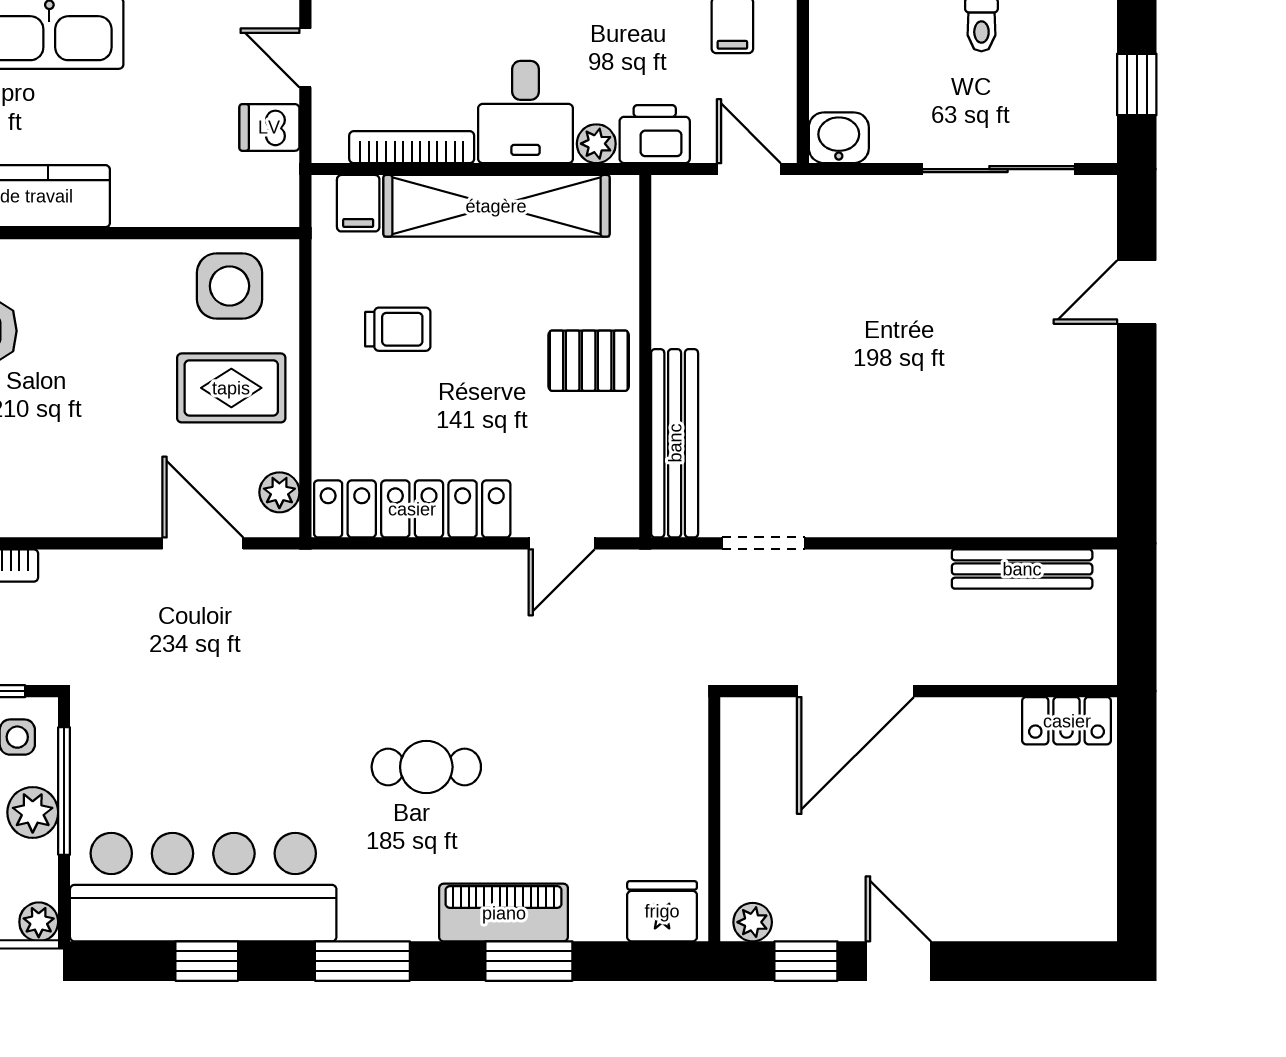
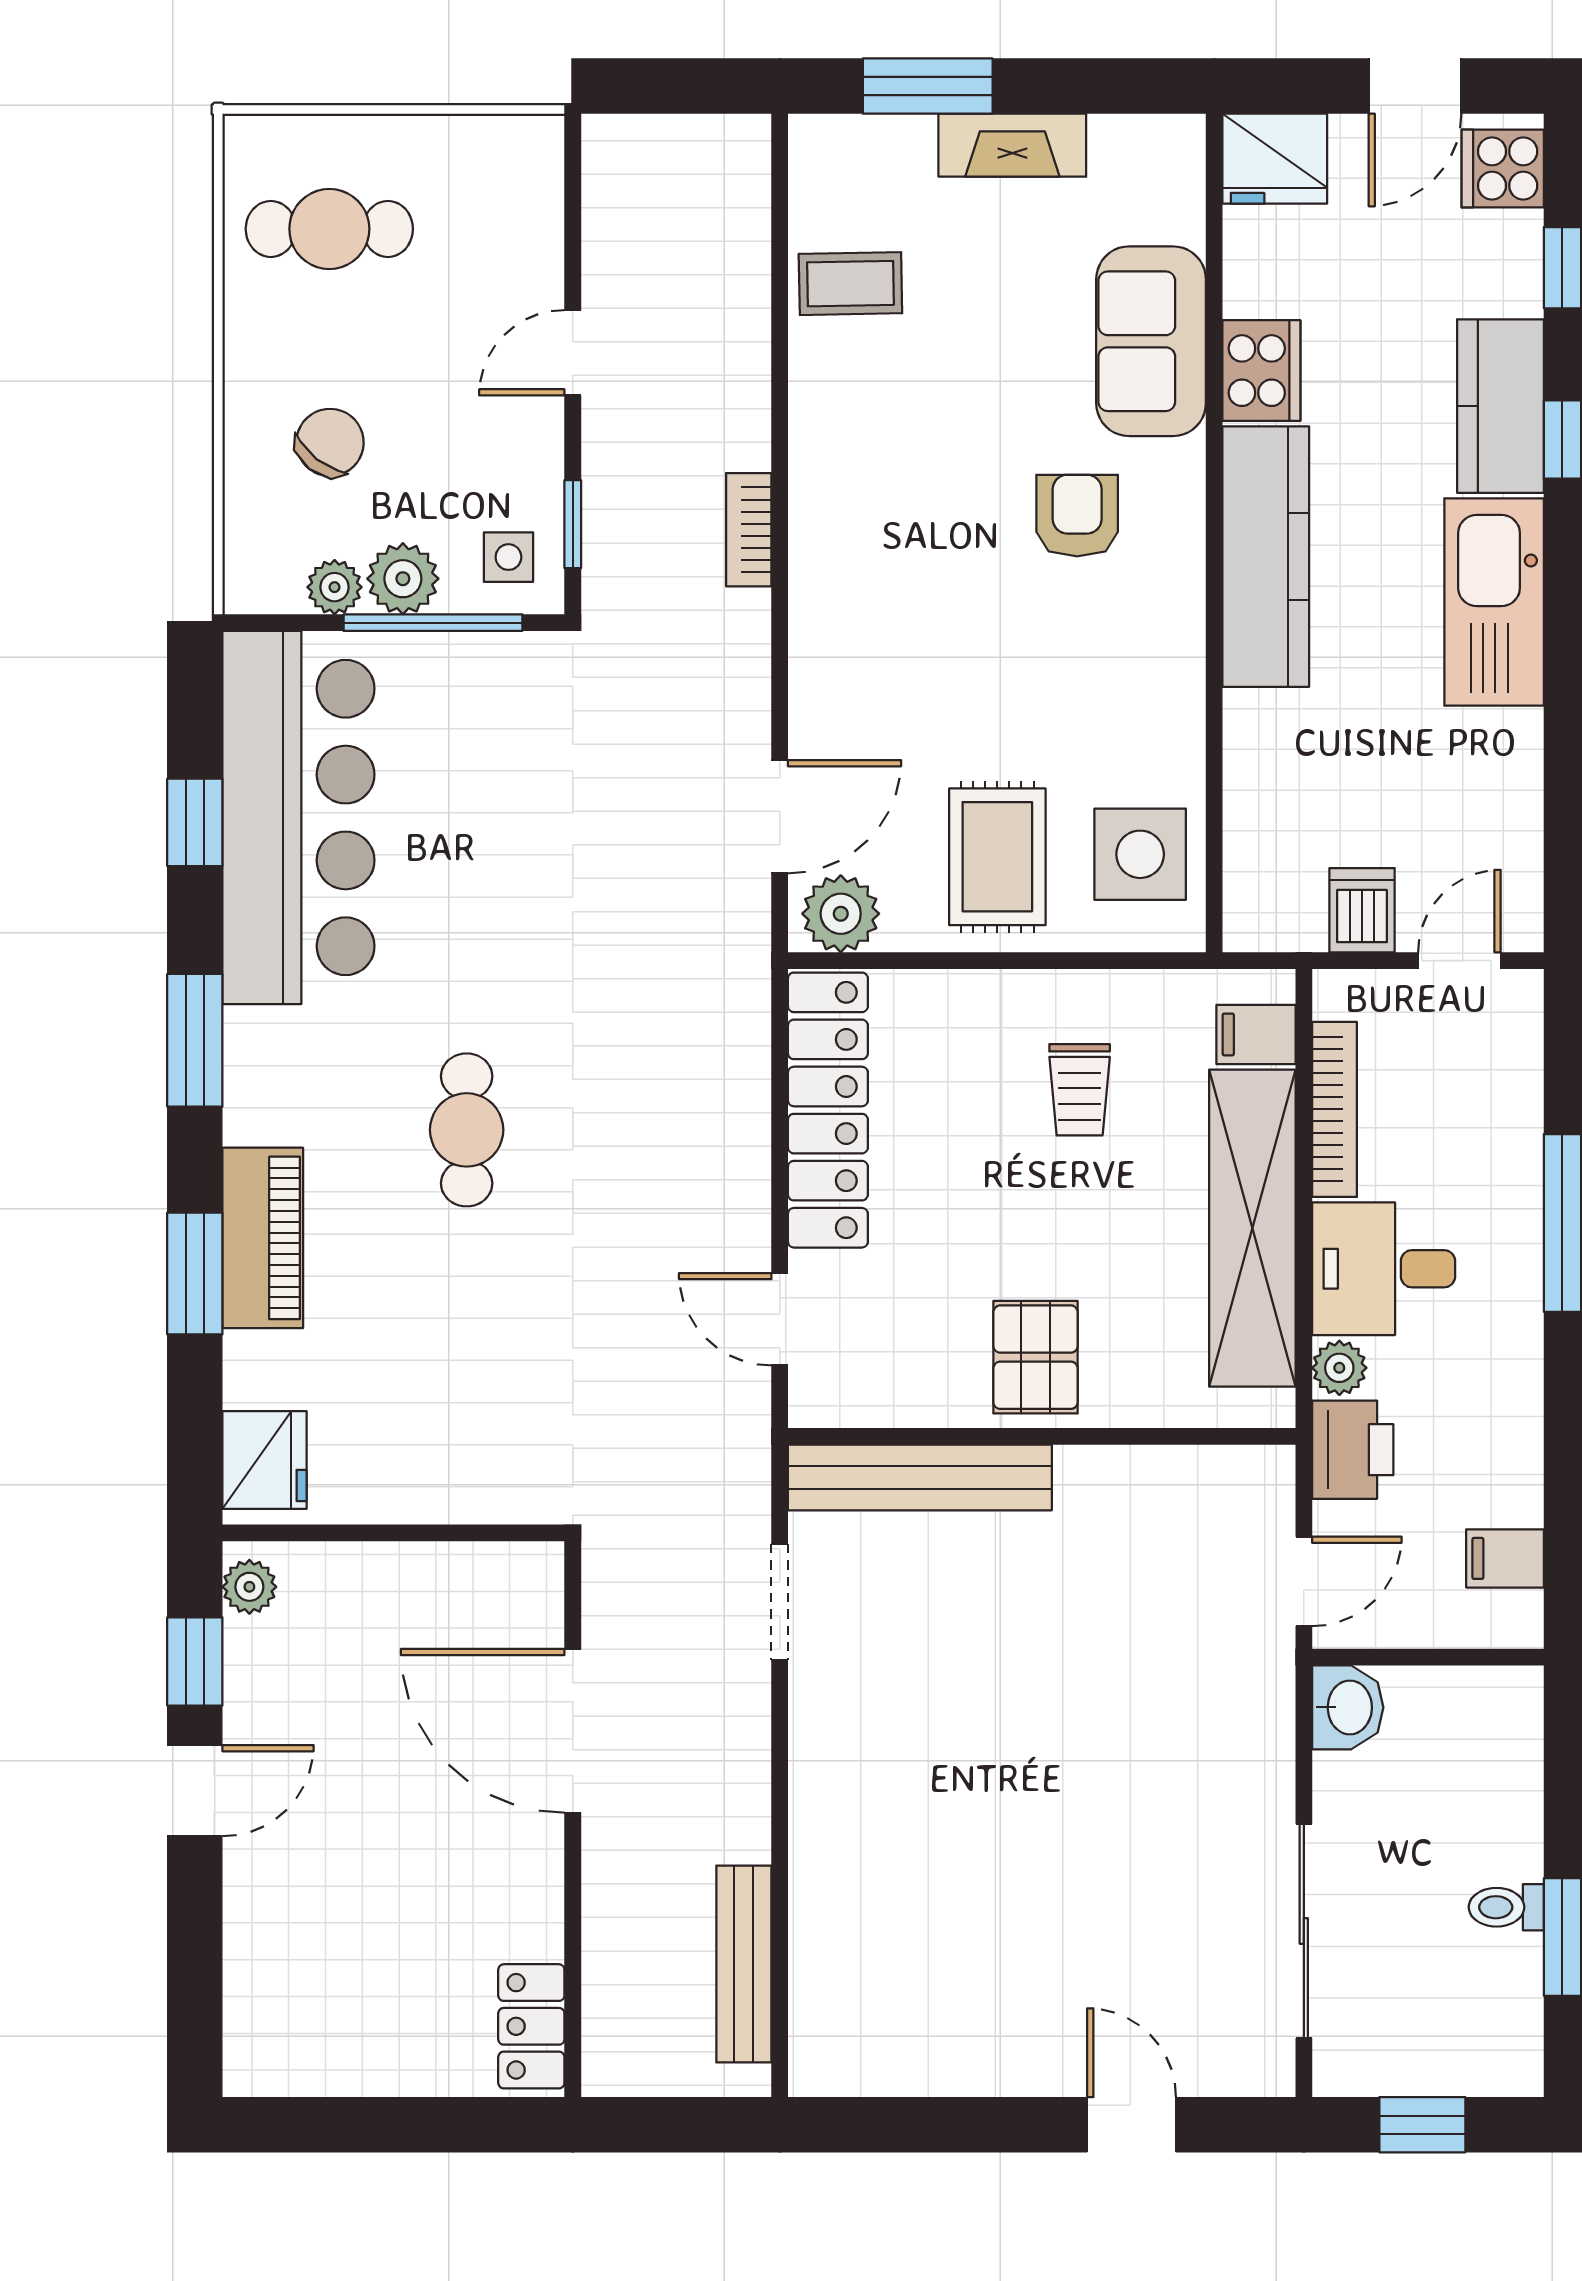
plant: (279, 492) -> (841, 914), width x1.38, depth x1.38
plant: (39, 922) -> (335, 587), moved

